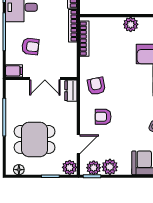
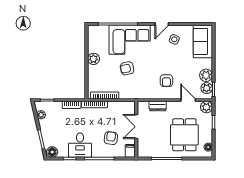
double door: (45, 78) -> (136, 127), swing flipped
armchair: (96, 86) -> (127, 68), moved
dresser: (71, 91) -> (158, 106), moved

